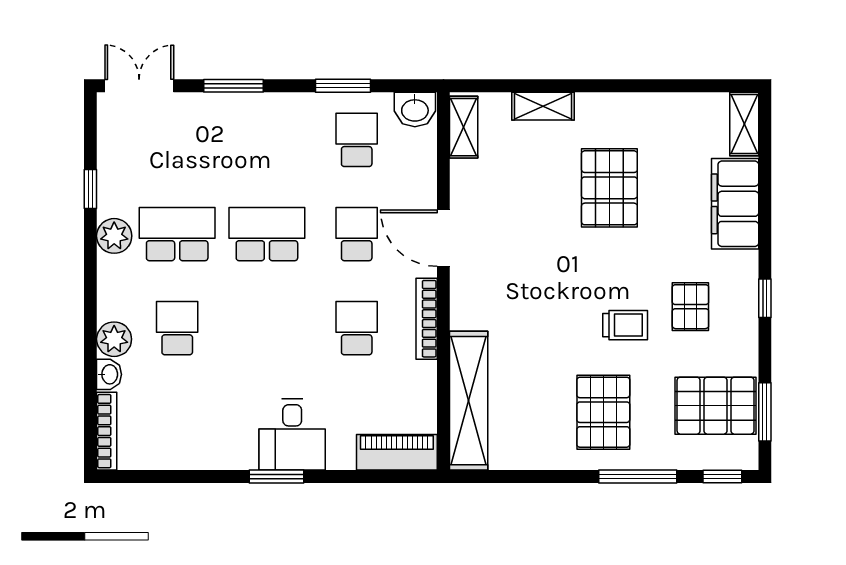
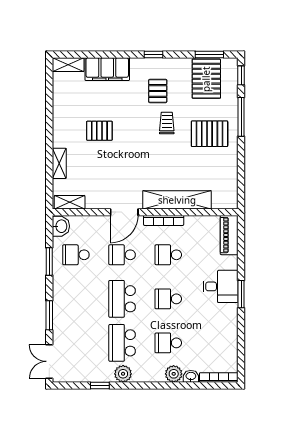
pallet: (609, 188) -> (99, 131), width x0.67, depth x0.71
pallet: (690, 307) -> (158, 91), turned 90
school desk: (267, 328) -> (168, 299), added
shelving: (469, 401) -> (177, 200), moved

